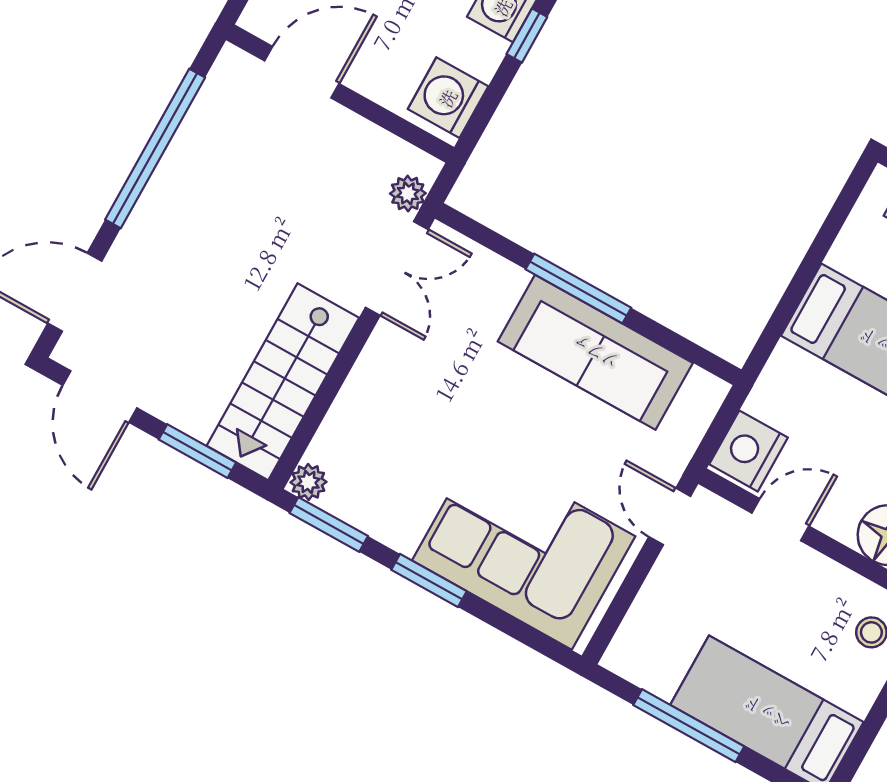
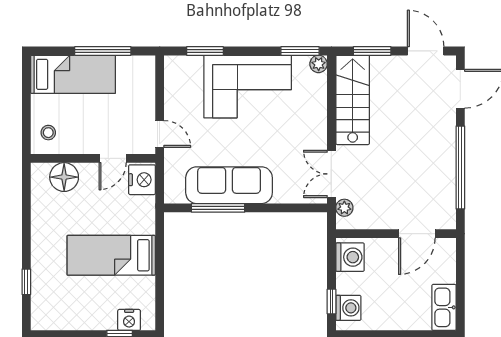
window: (578, 288) -> (218, 208), moved
corner sofa: (524, 548) -> (248, 87), moved
window: (429, 581) -> (205, 51), moved

